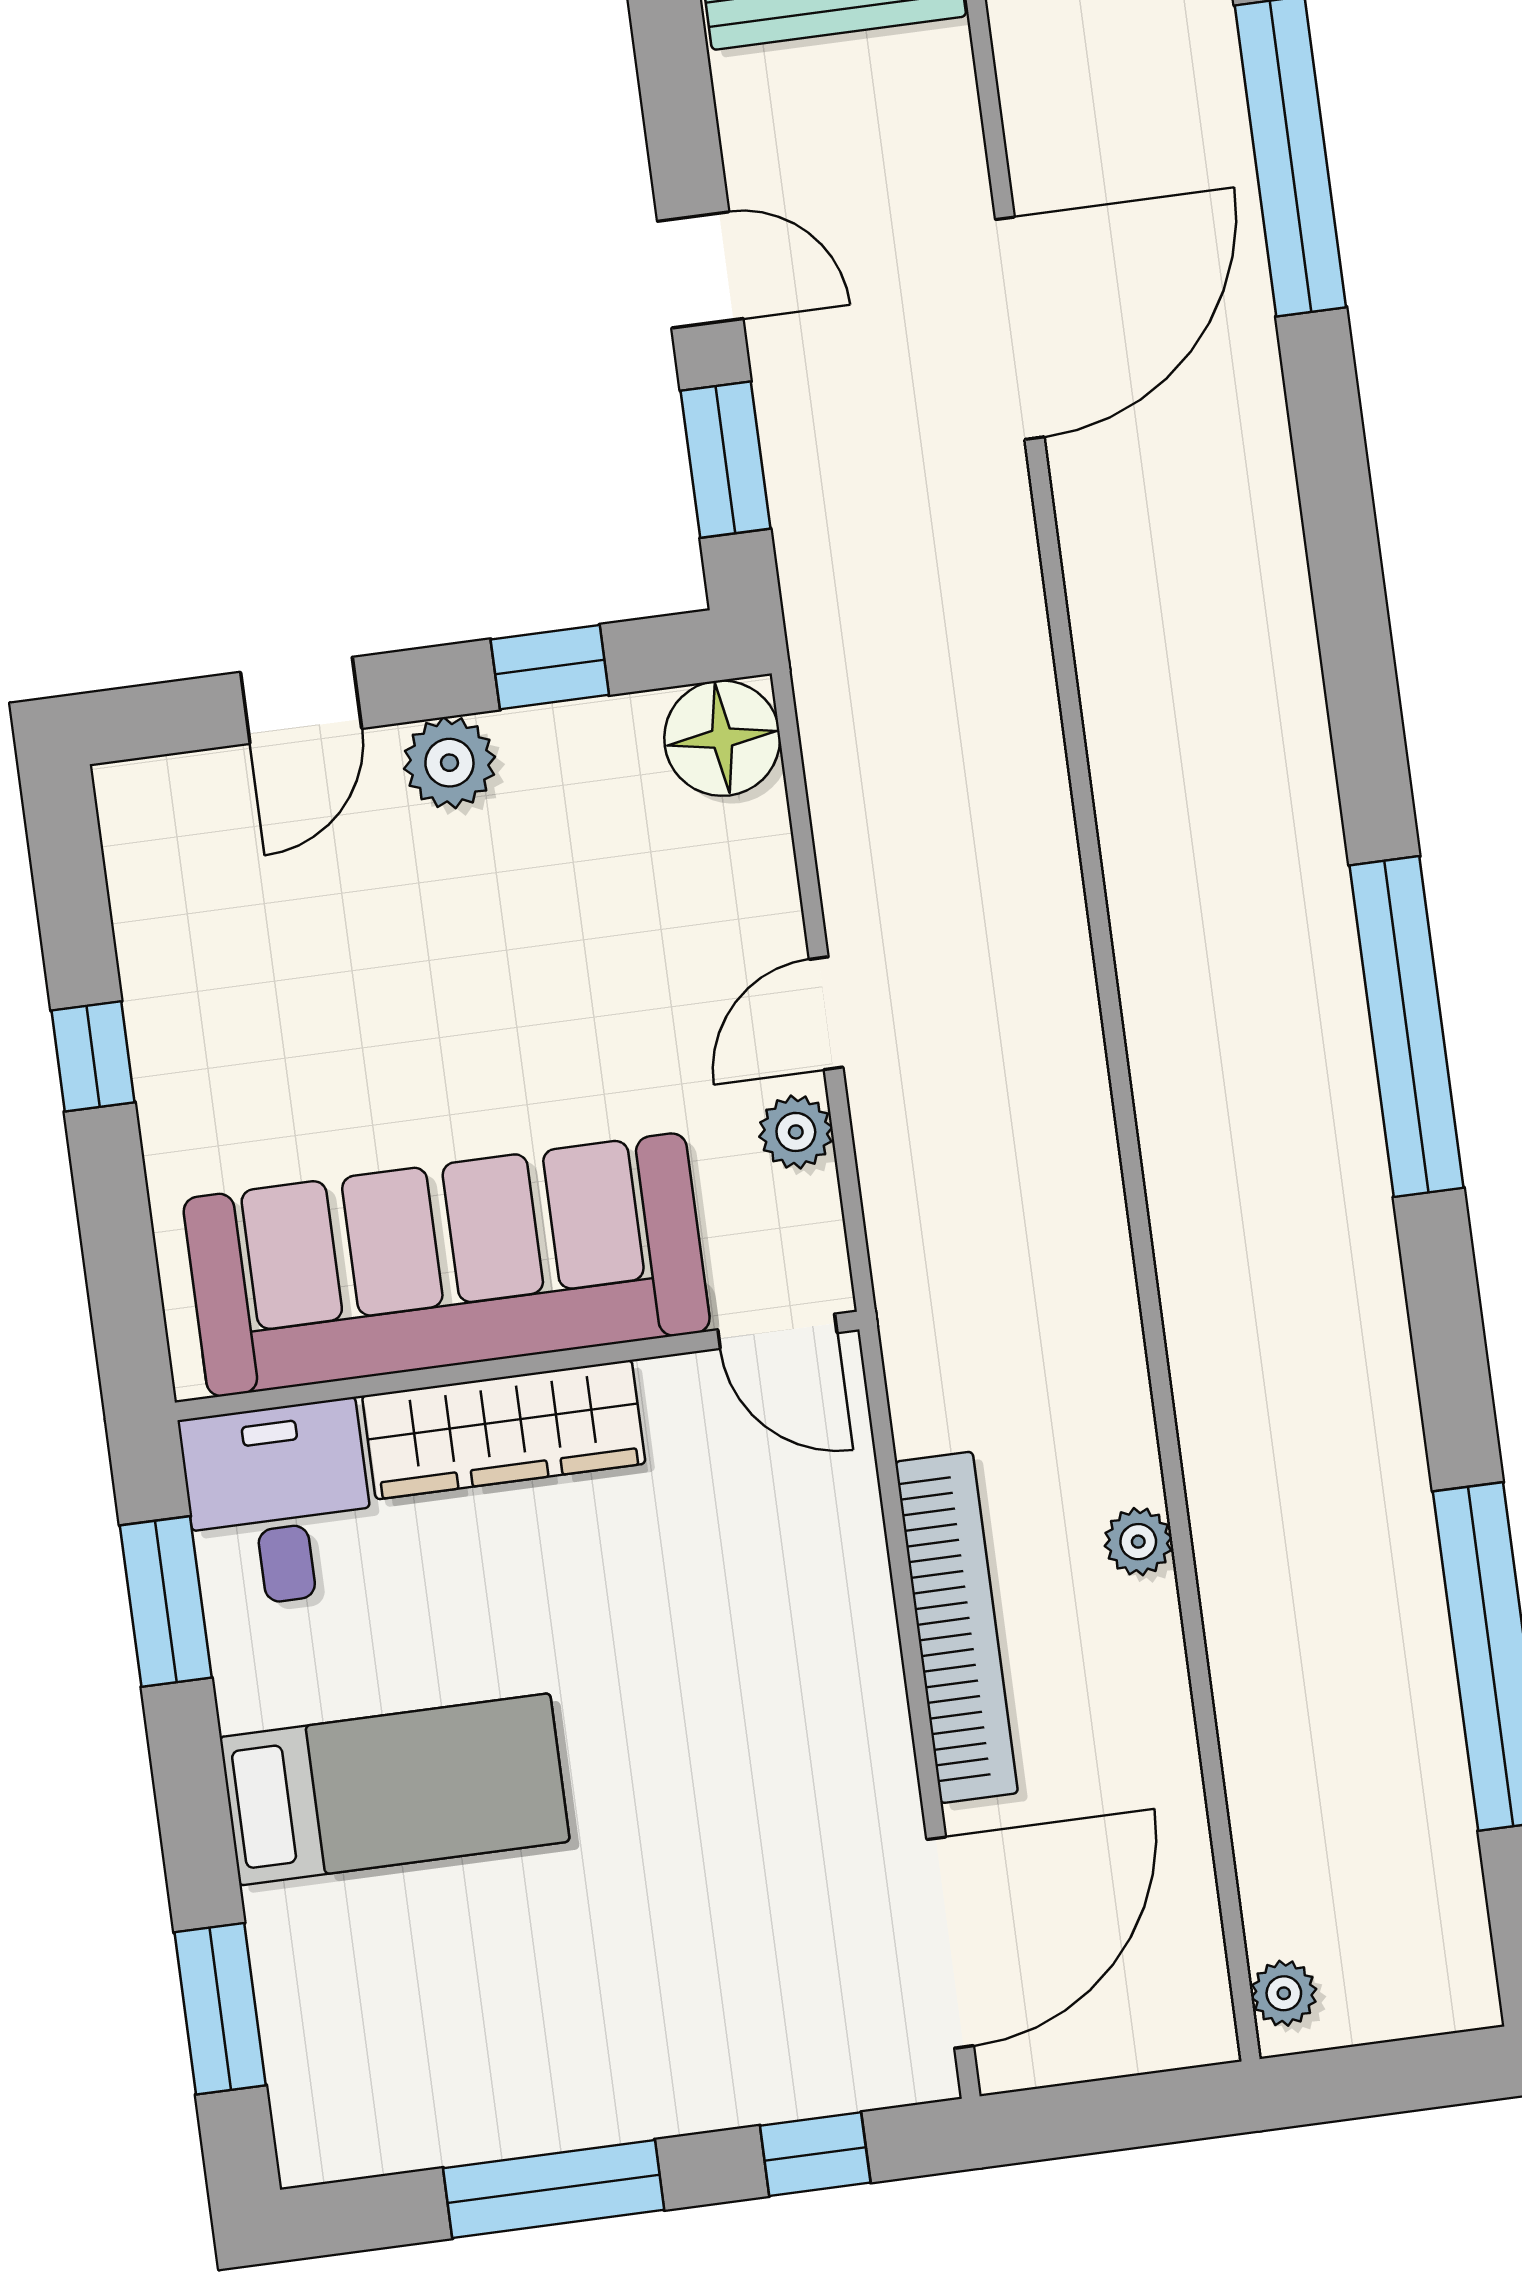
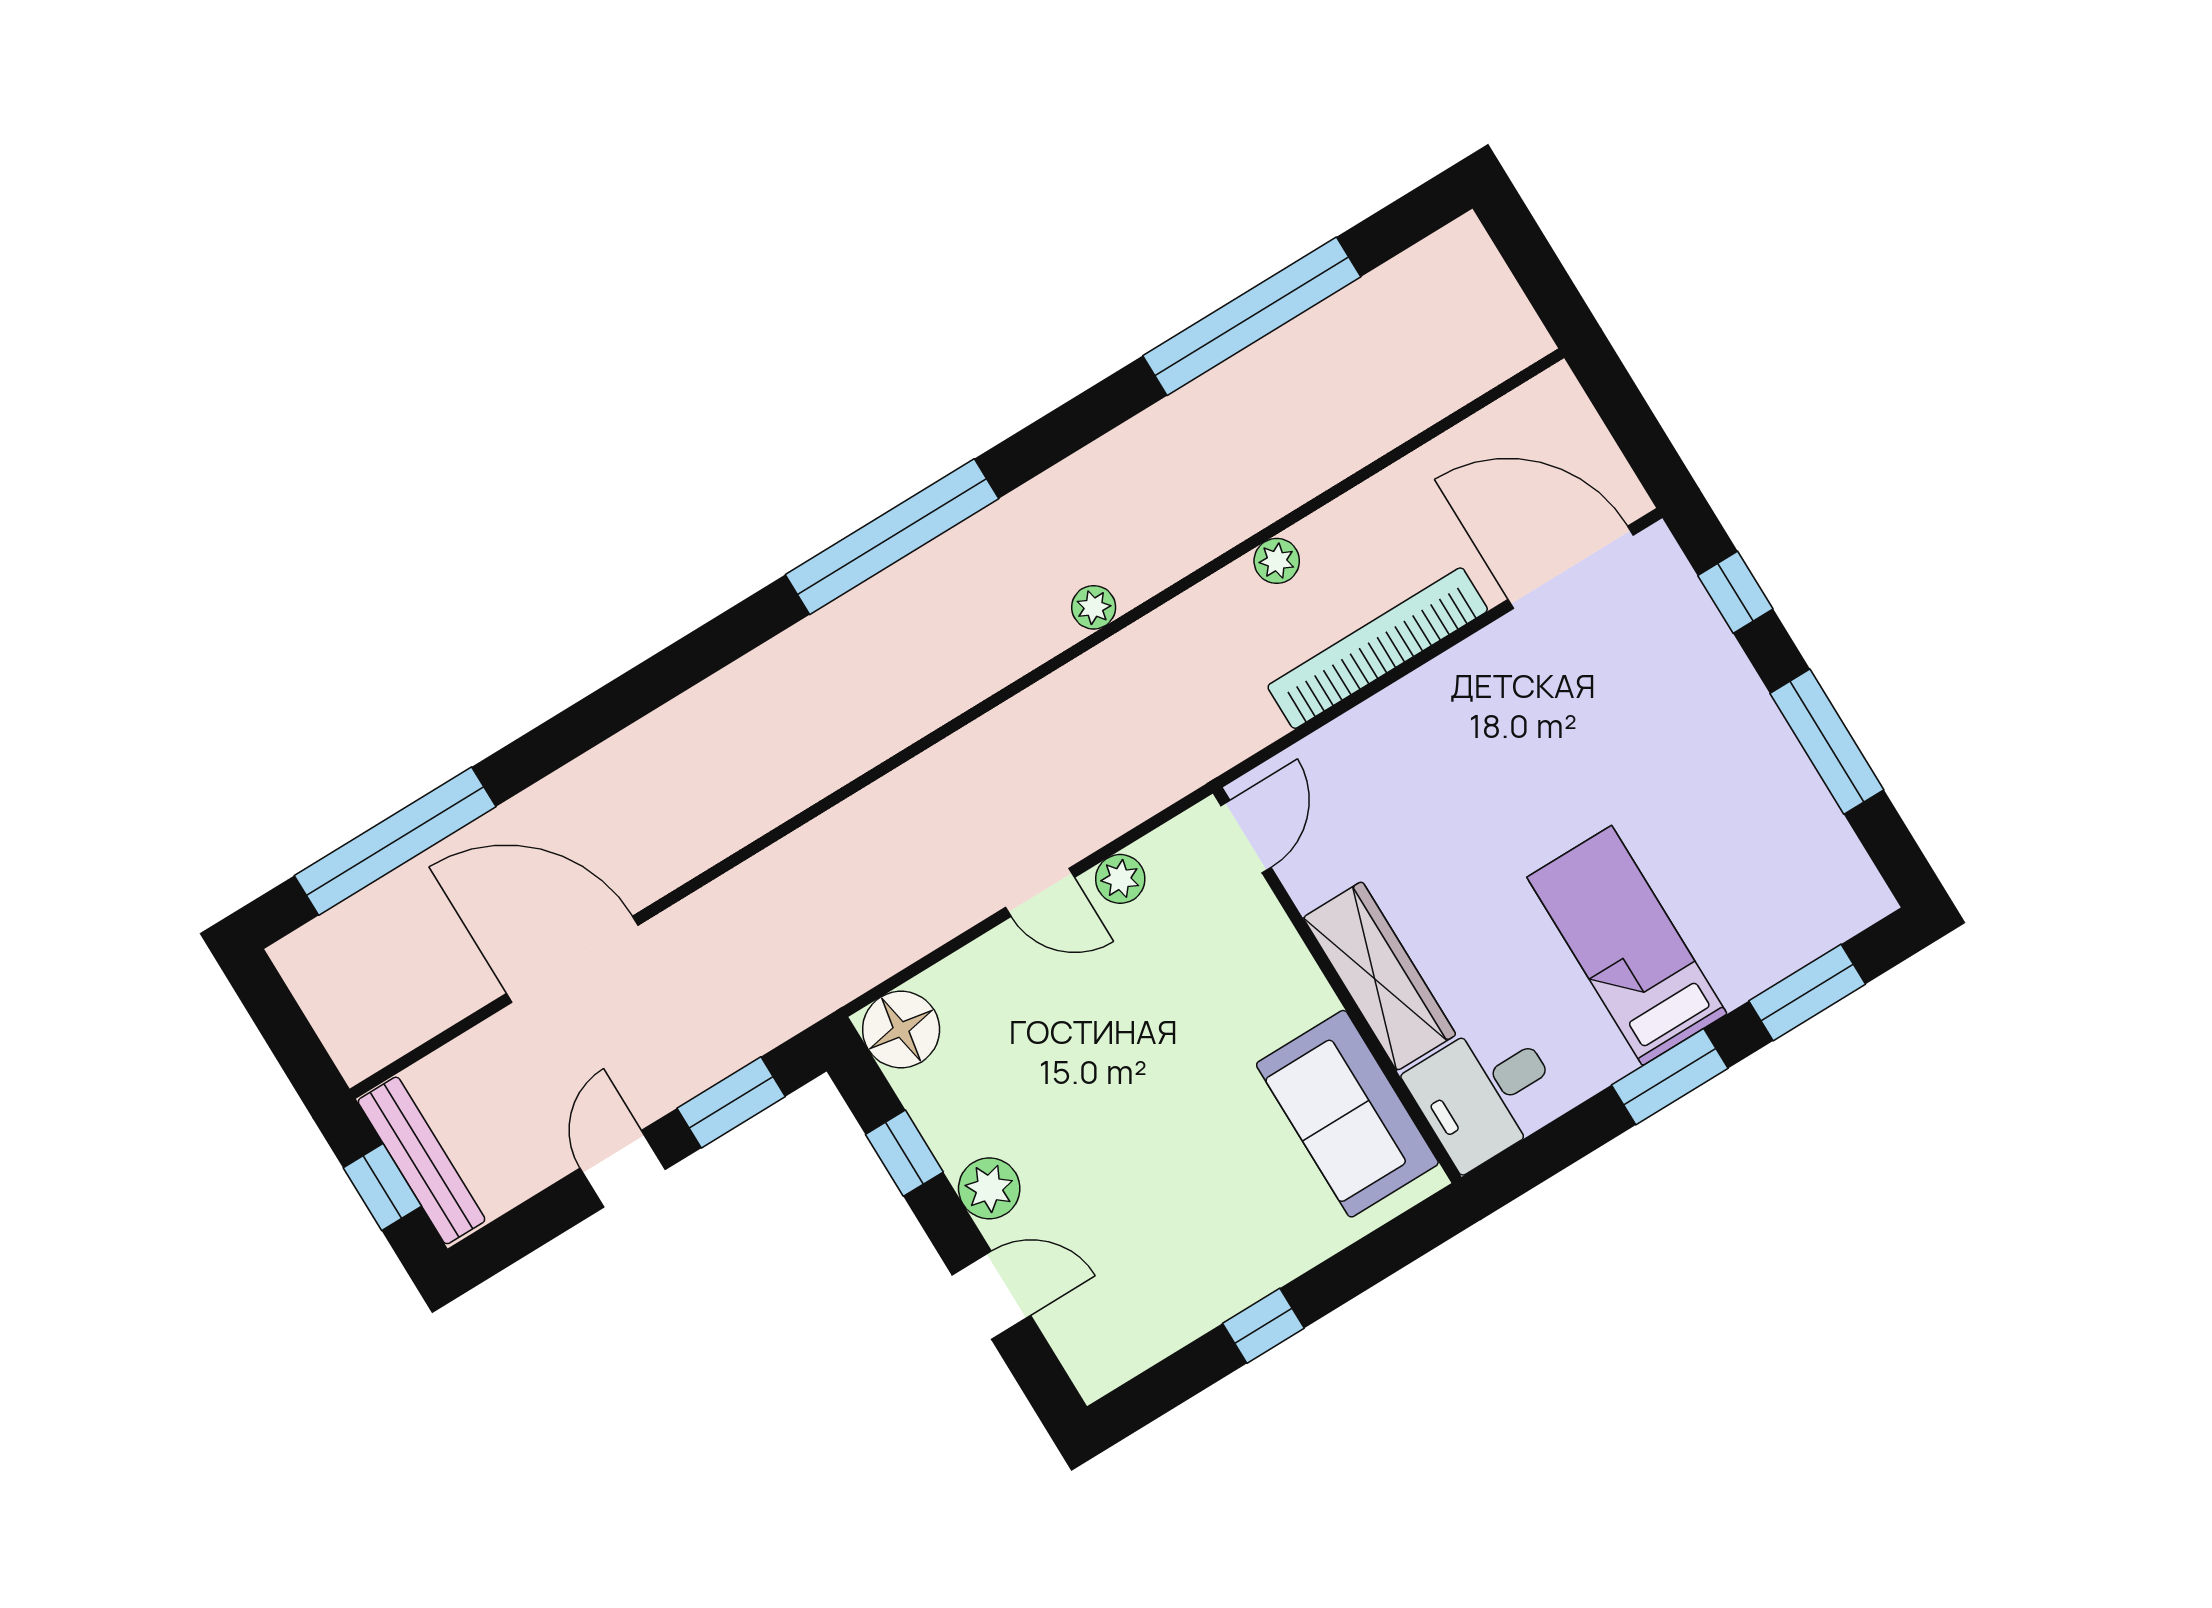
sofa: (447, 1265) -> (1347, 1114), width x0.54, depth x0.79
window: (166, 1602) -> (1670, 1077), moved
plant: (1284, 1993) -> (1094, 607), moved

